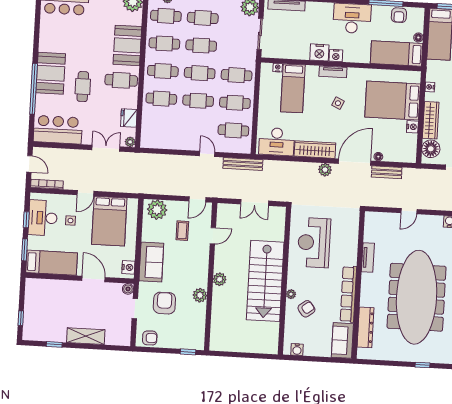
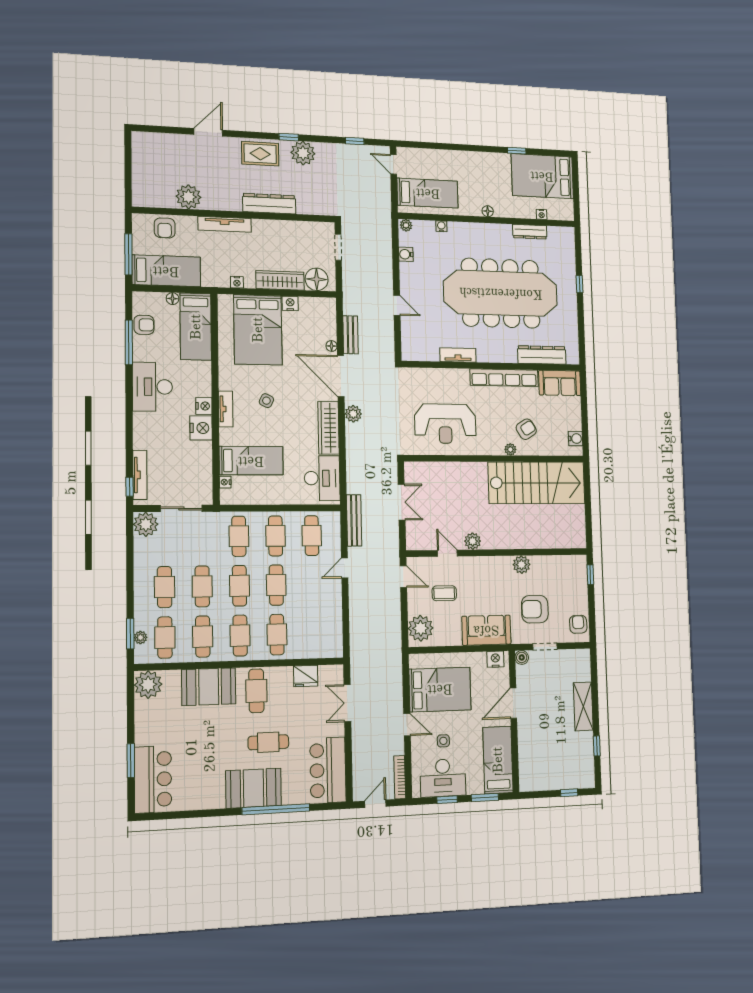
plant: (130, 142) -> (337, 671), removed
plant: (220, 279) -> (473, 541), moved
stairs: (265, 281) -> (537, 483), moved
armchair: (306, 309) -> (526, 429), turned 96

